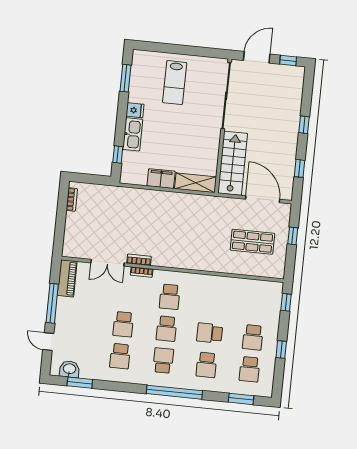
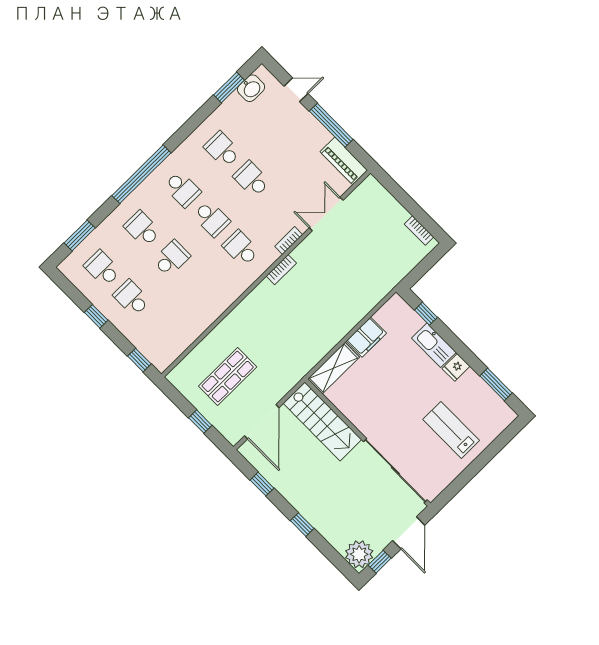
plant: (294, 76) -> (359, 554), added
door: (263, 199) -> (262, 422), hinge flipped
bookcase: (139, 260) -> (281, 270), moved
school desk: (166, 329) -> (212, 219), turned 180

